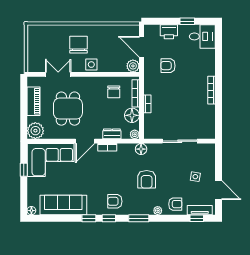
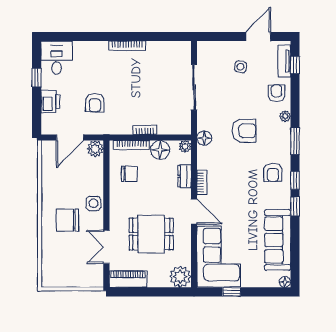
piano: (34, 101) -> (128, 279), moved

